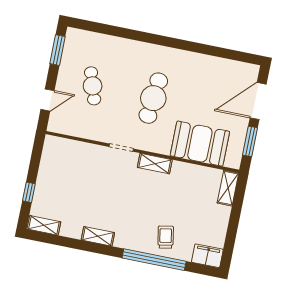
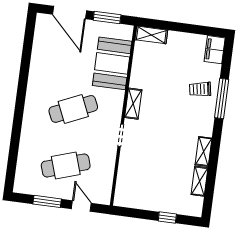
window: (58, 50) -> (47, 201), moved
cafe table: (93, 86) -> (66, 165), width x1.37, depth x1.35
cafe table: (153, 98) -> (73, 109), turned -30
shelving: (44, 225) -> (199, 181), moved
window: (154, 260) -> (222, 98), width x0.68

